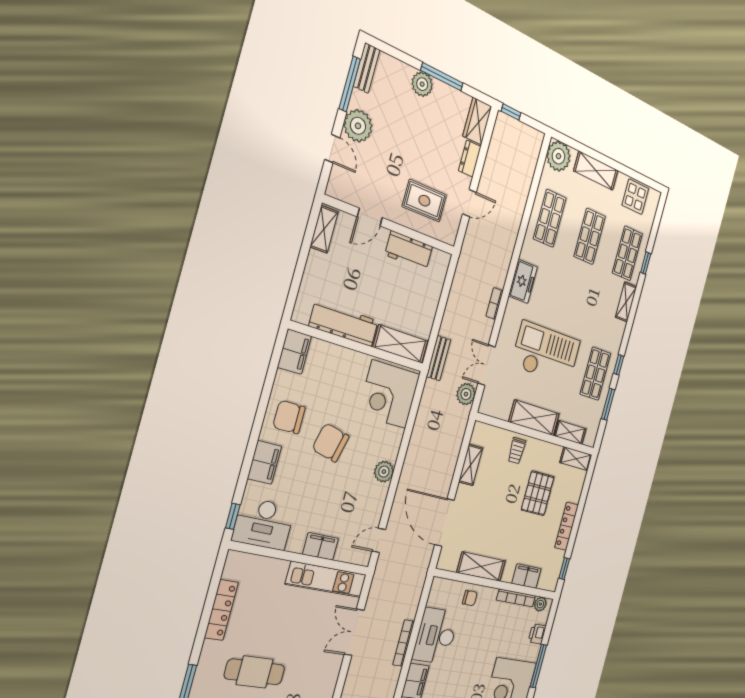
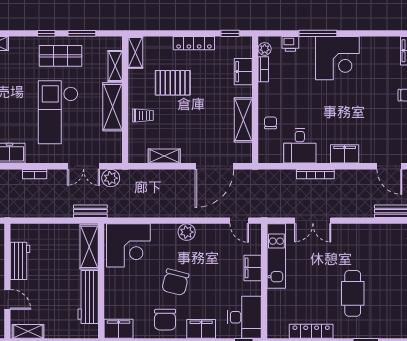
bookcase: (516, 598) -> (263, 69), width x0.64
desk: (436, 636) -> (300, 146), width x0.73

